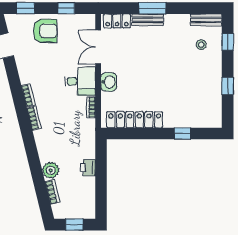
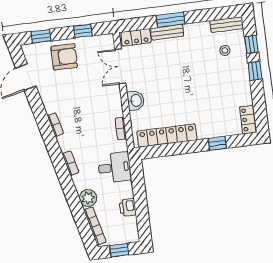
desk: (80, 81) -> (114, 168), moved
window: (228, 86) -> (255, 71), moved
locker: (215, 114) -> (248, 120), added
bookcase: (34, 118) -> (70, 163), moved
printer: (88, 168) -> (128, 207), moved
bookcase: (52, 192) -> (95, 226), width x1.56

